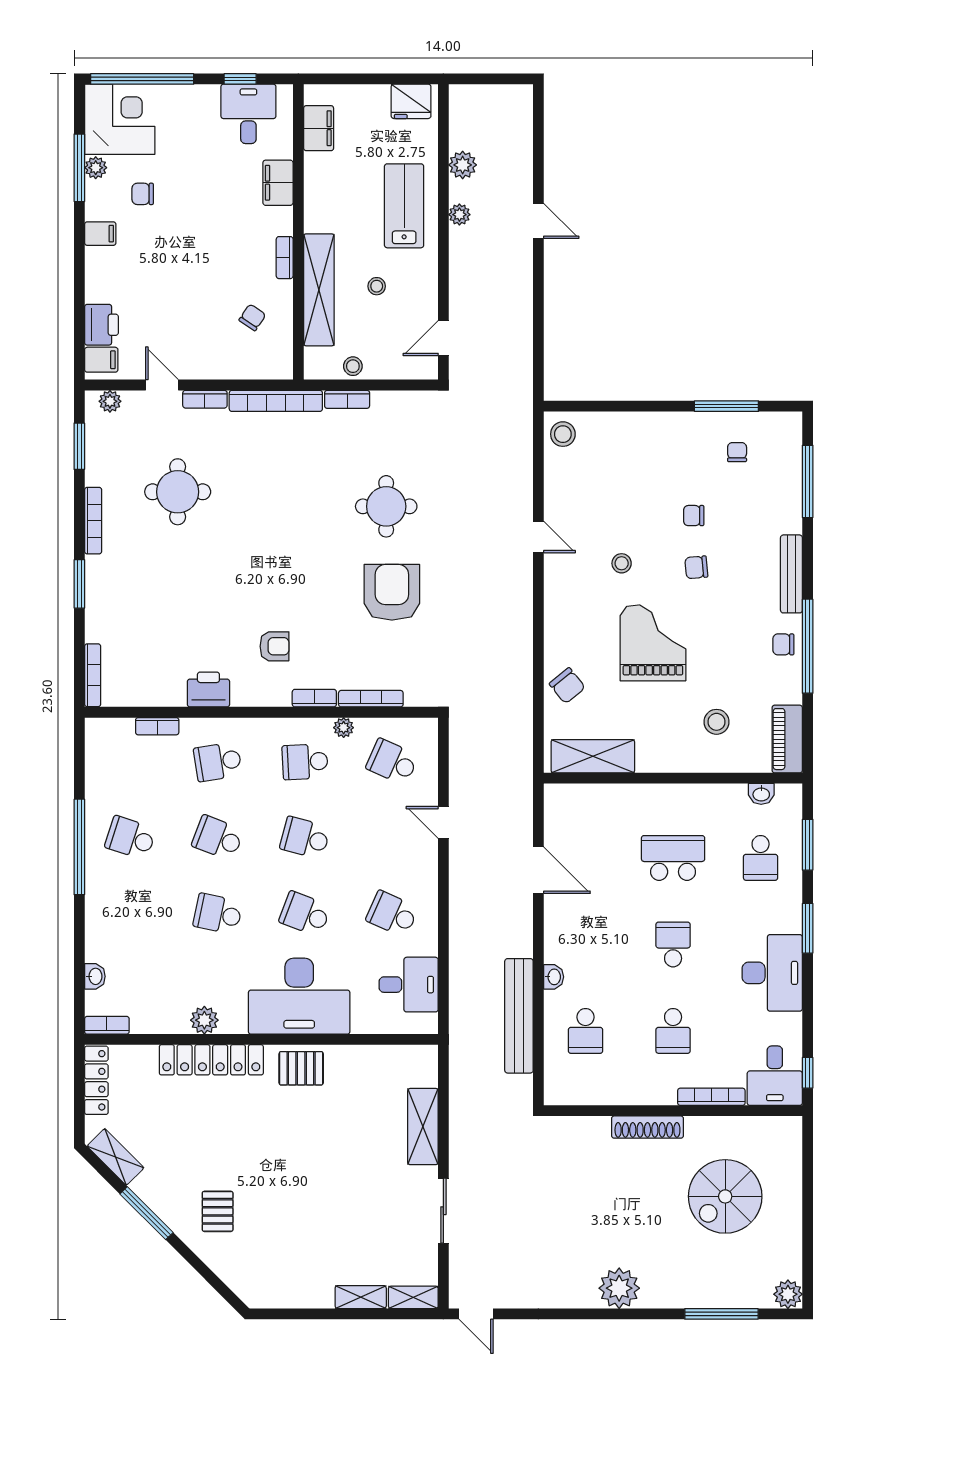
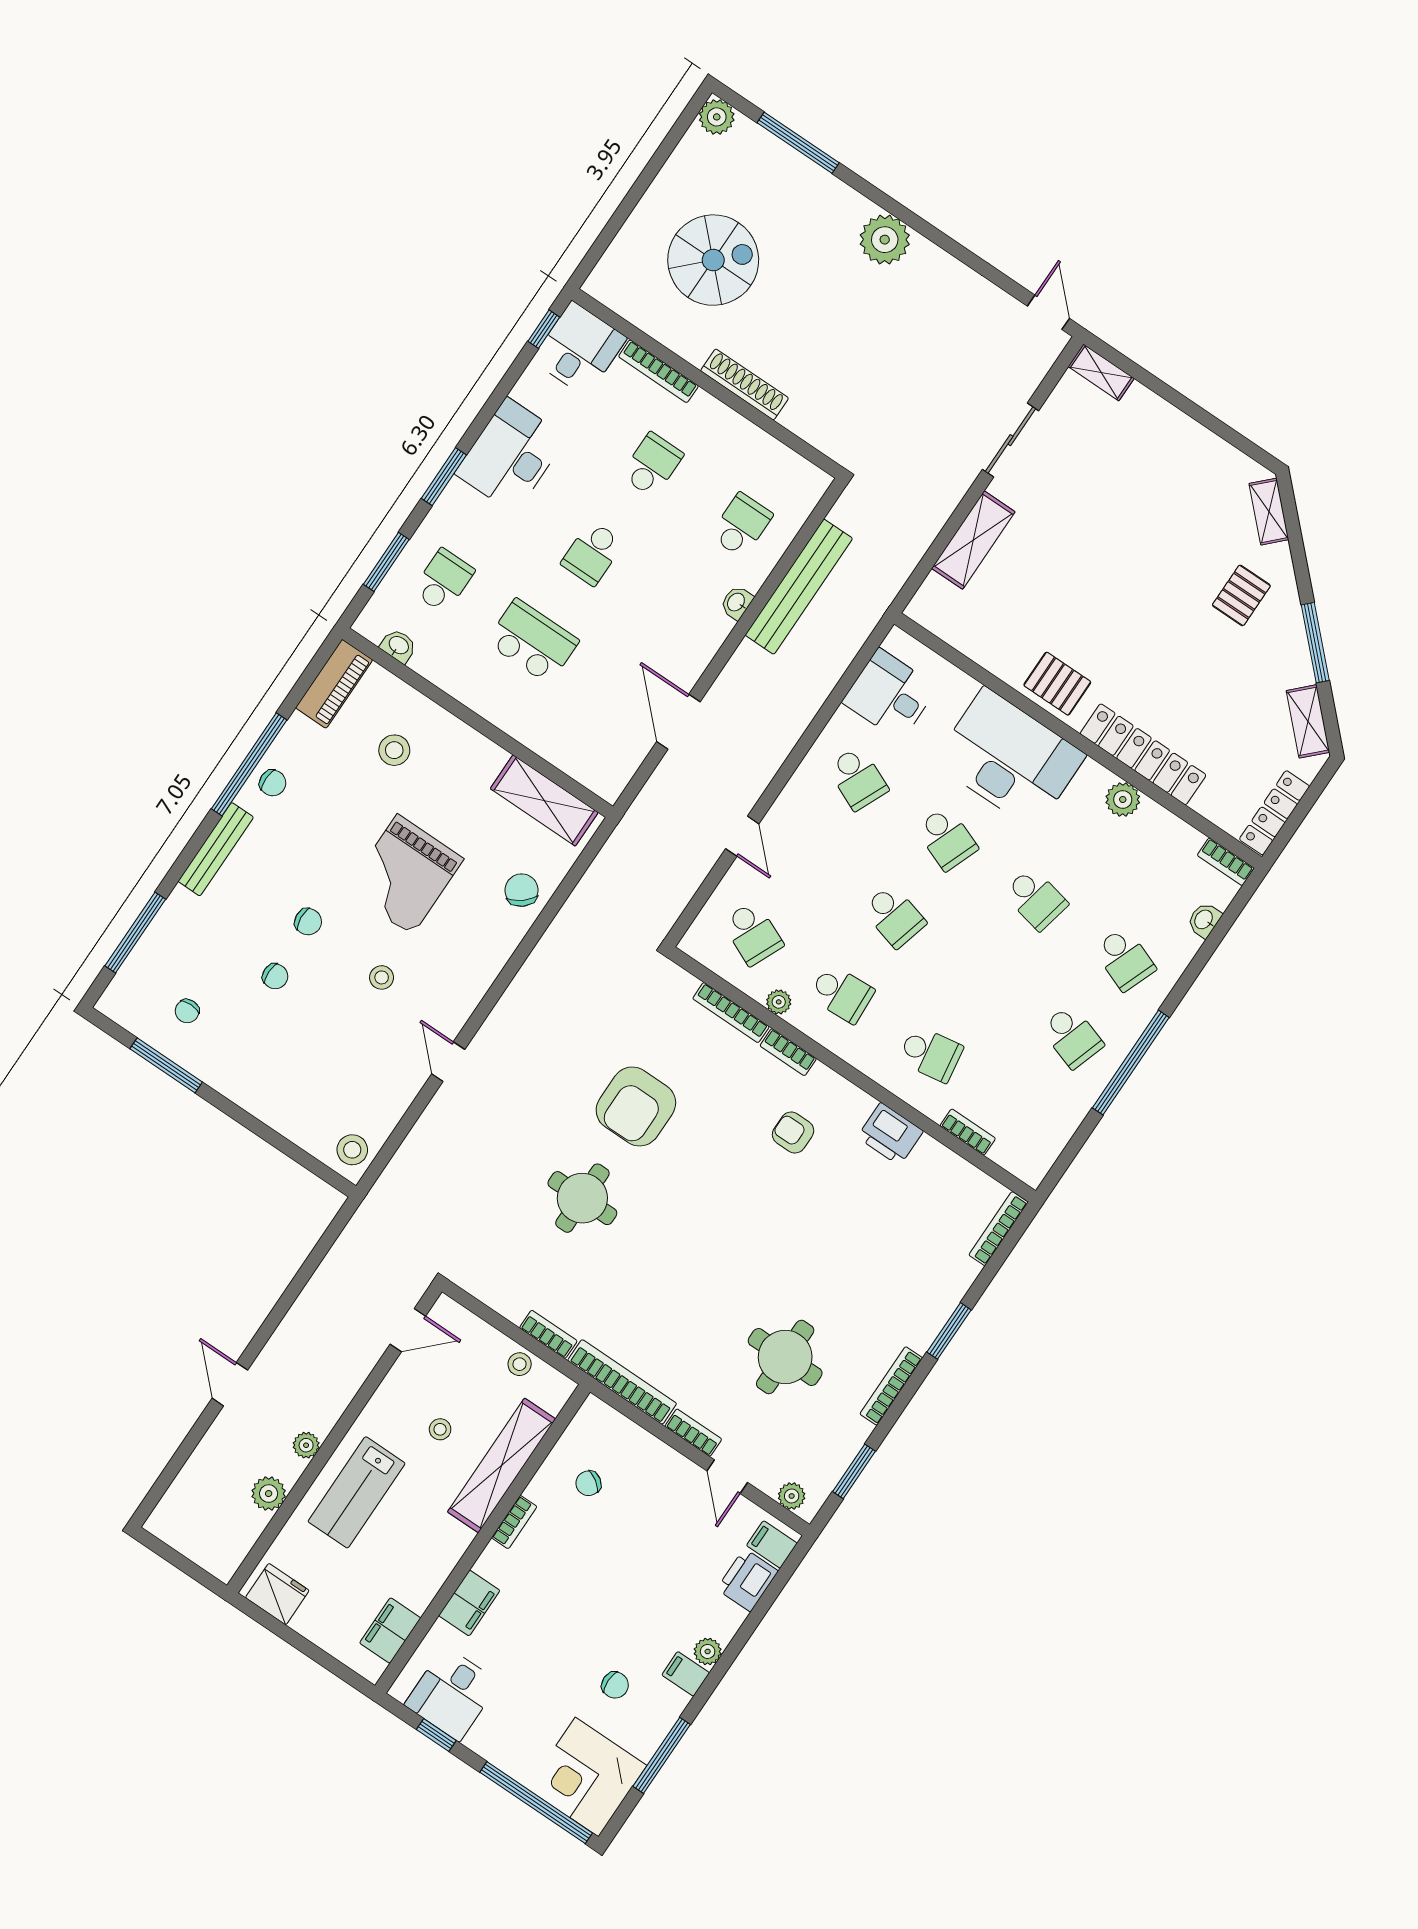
plant: (96, 168) -> (708, 1651), moved
school desk: (218, 838) -> (1125, 959), moved
school desk: (673, 858) -> (533, 641), turned 180
shelving: (361, 1297) -> (1269, 512), moved, turned 45

